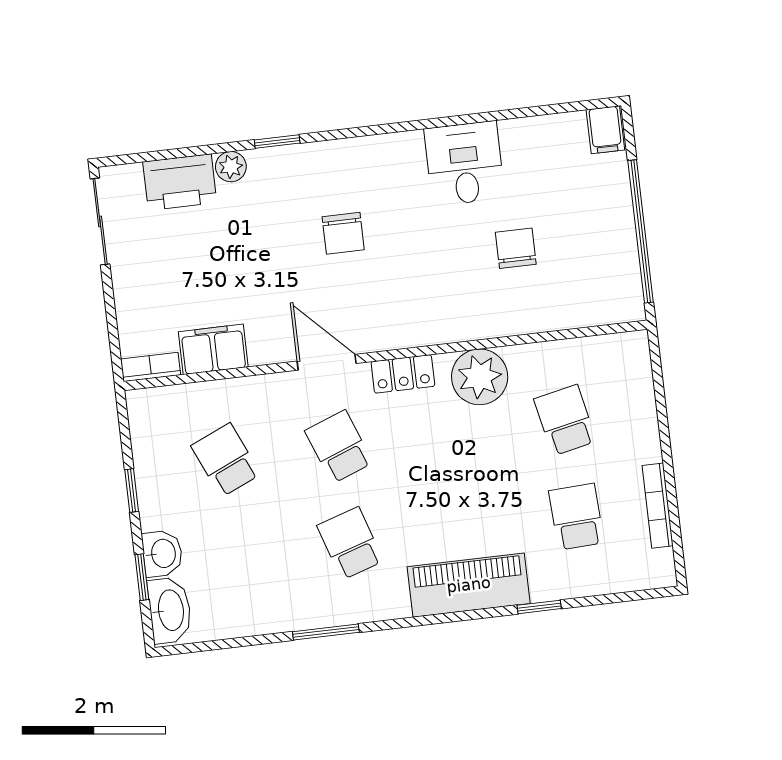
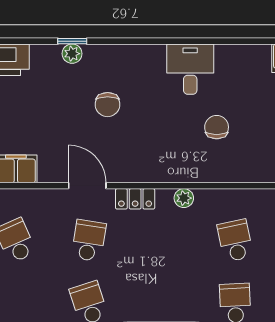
plant: (231, 167) -> (72, 54), moved
plant: (480, 377) -> (184, 198), width x0.53, depth x0.53
school desk: (339, 447) -> (89, 241), turned 30

